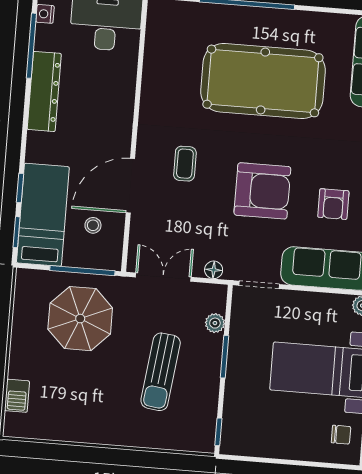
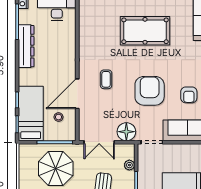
pool table: (263, 81) -> (145, 31), width x0.73, depth x0.76
armchair: (262, 191) -> (150, 91), turned -90
floor lamp: (214, 270) -> (126, 132), width x1.89, depth x1.89
double door: (163, 277) -> (99, 142), swing flipped

